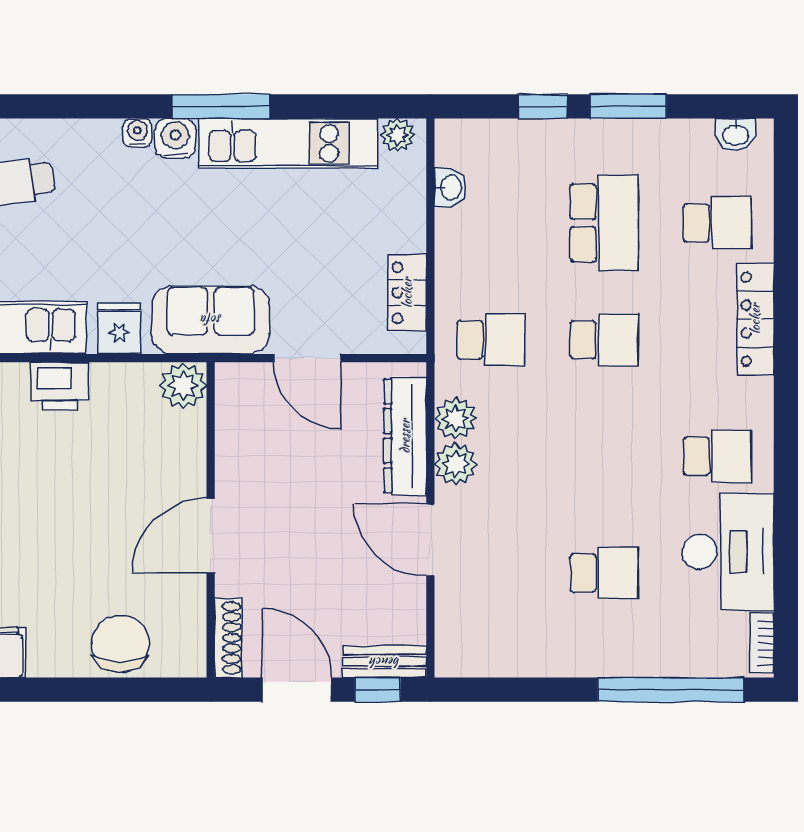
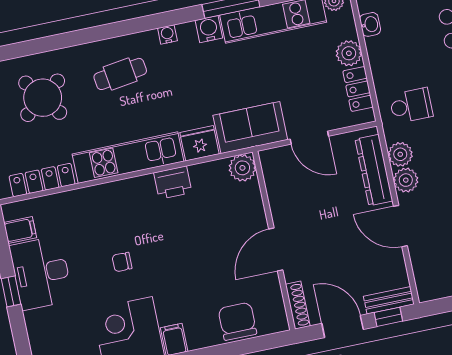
water cooler: (138, 133) -> (167, 34), moved
plant: (404, 229) -> (349, 53), added
fridge: (119, 329) -> (199, 143), width x1.38

